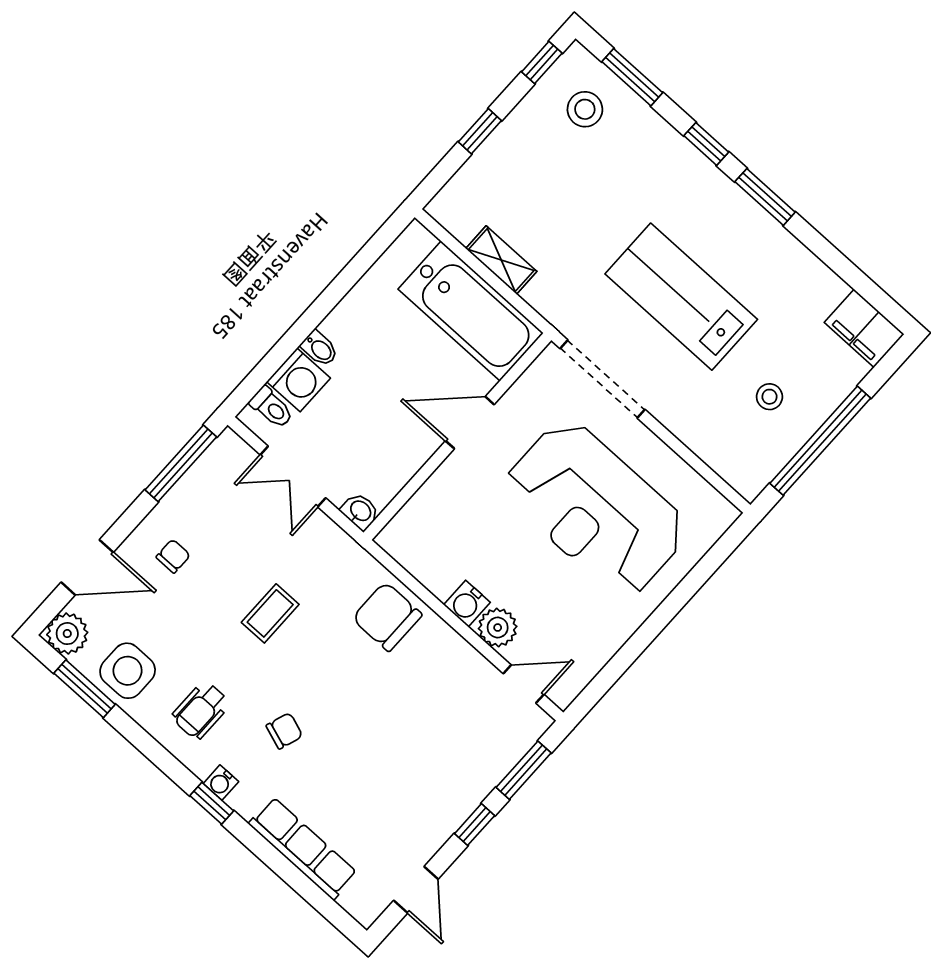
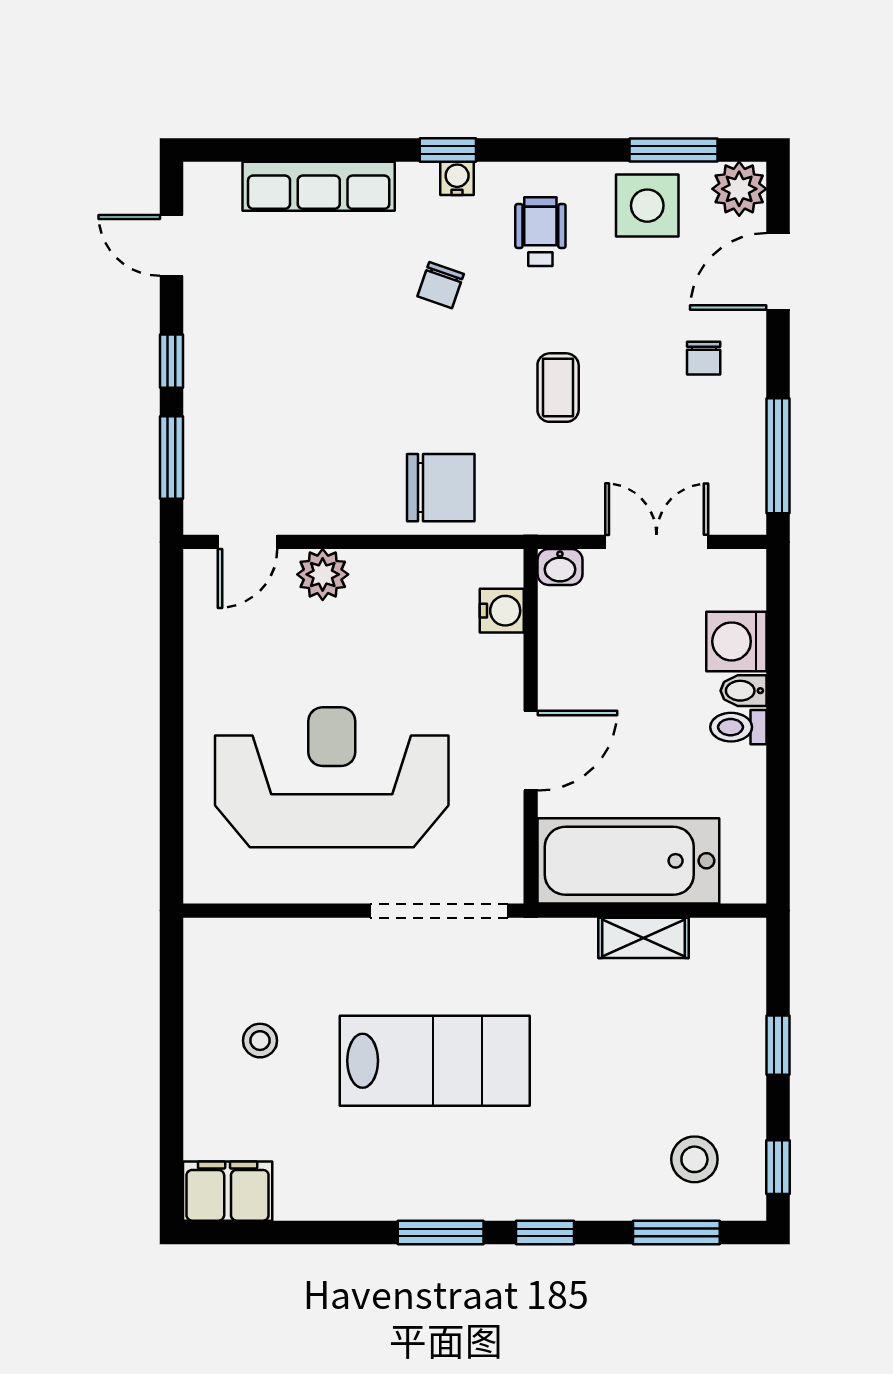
toilet: (272, 408) -> (738, 727), moved
window: (820, 441) -> (171, 1042), removed
water cooler: (467, 604) -> (502, 611), moved, turned 90

